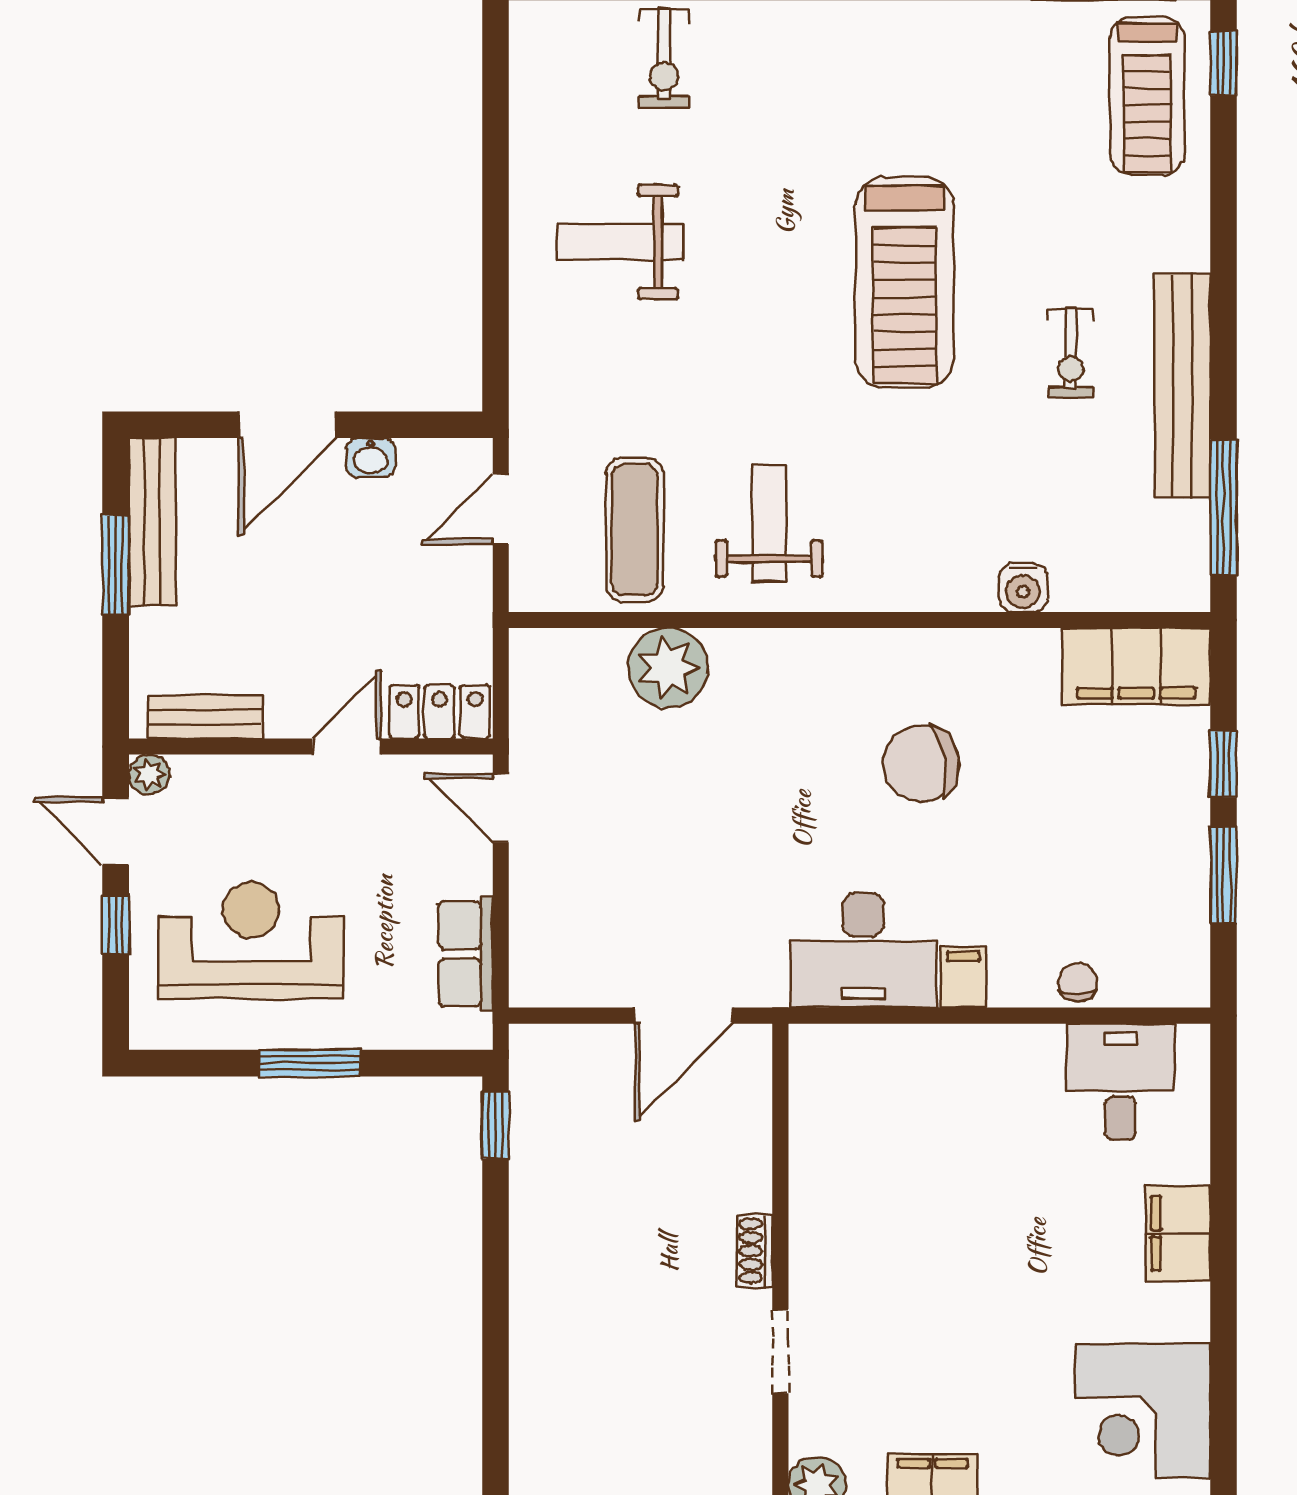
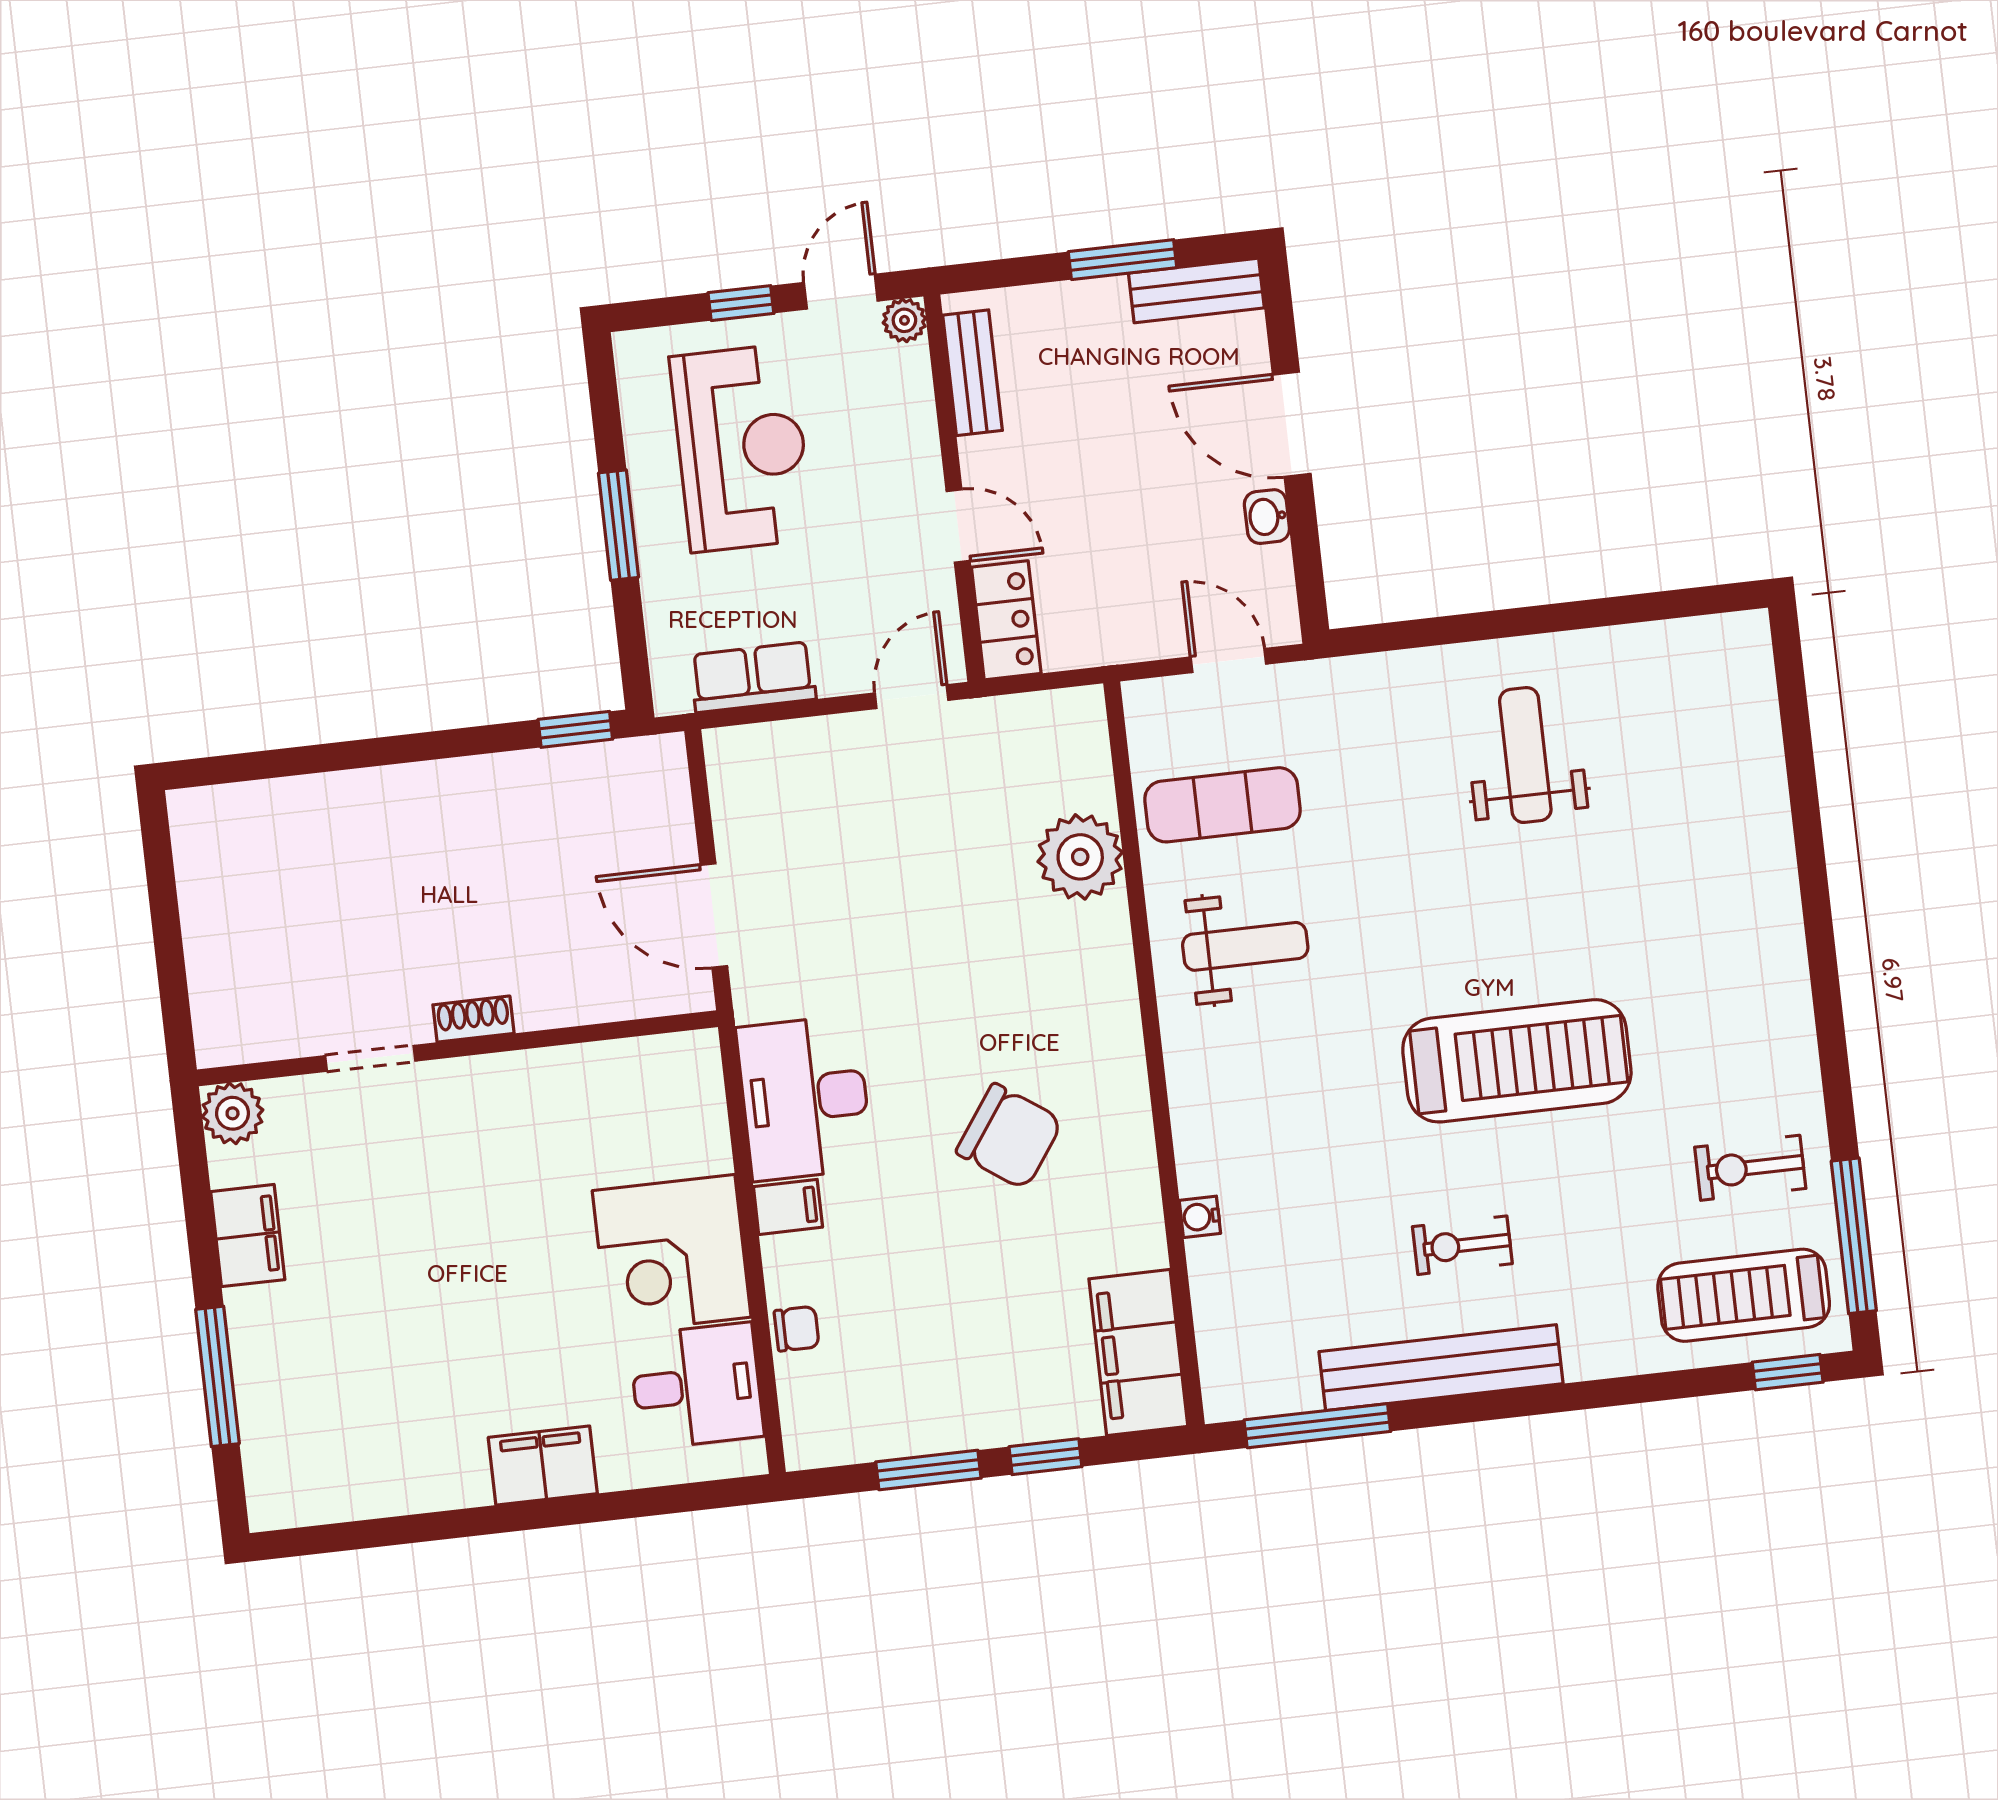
exercise bike: (664, 59) -> (1750, 1168), moved
treadmill: (905, 282) -> (1517, 1061), turned 180
bench: (152, 522) -> (1196, 291), width x0.73
water cooler: (1023, 588) -> (1200, 1217), width x0.72, depth x0.72
chair: (921, 764) -> (1009, 1136), turned 134
corner desk: (1143, 1411) -> (672, 1254), moved, turned -90

